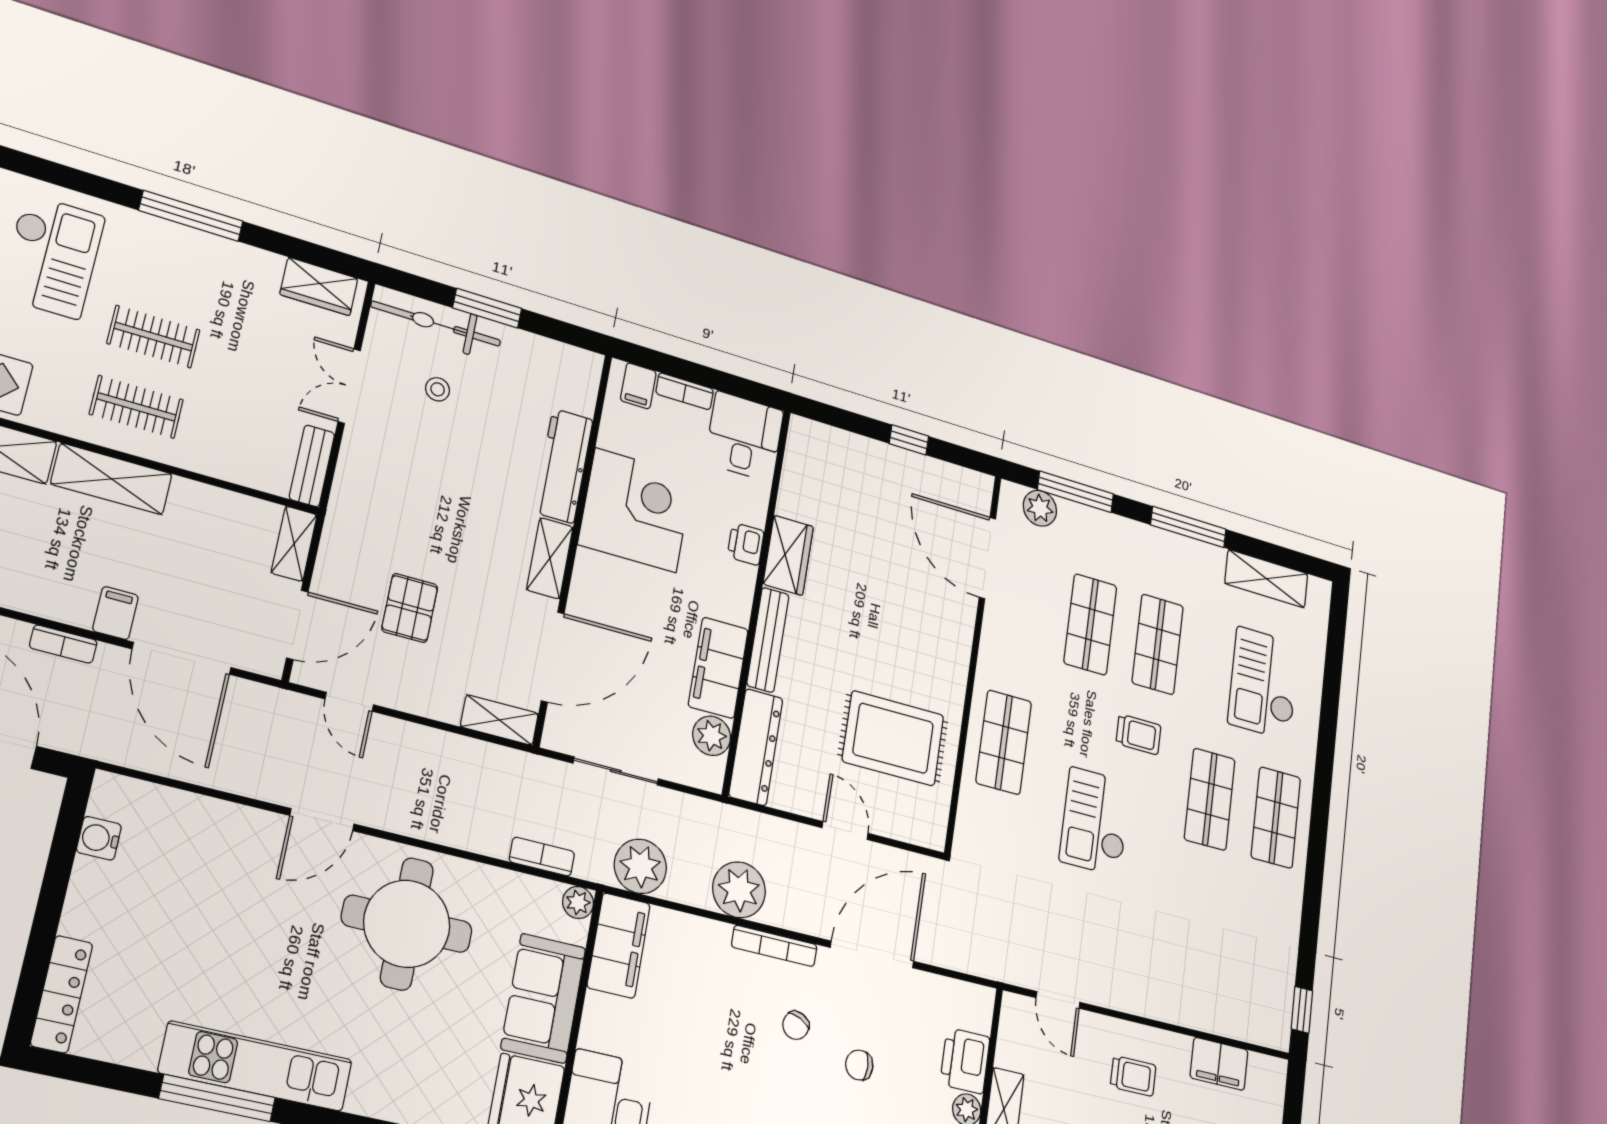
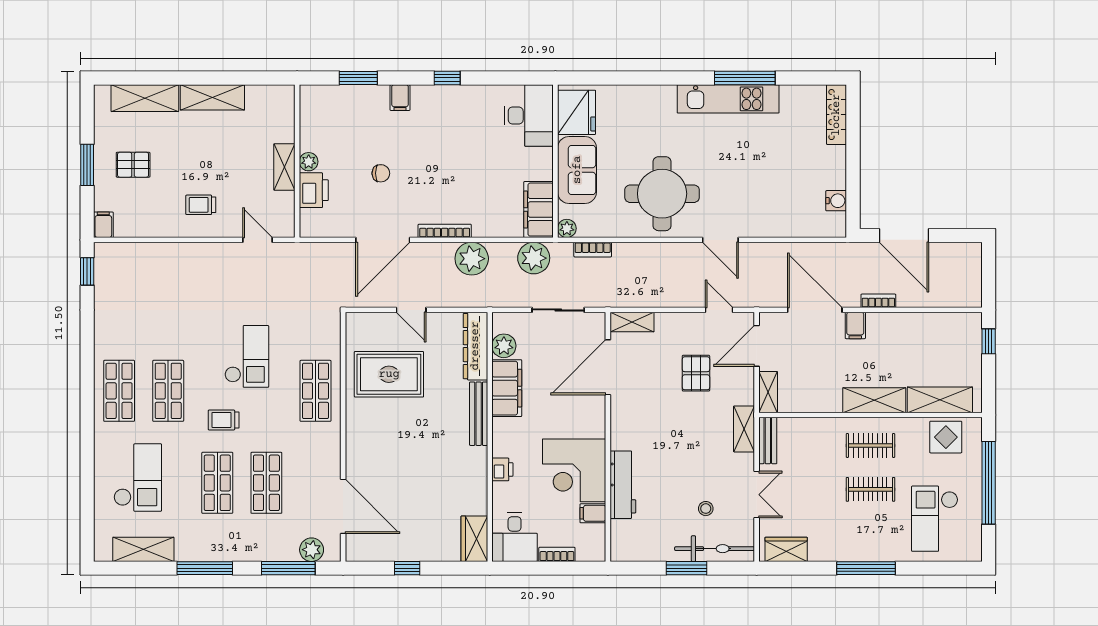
filing cabinet: (638, 386) -> (593, 513), moved, turned -90
wardrobe: (788, 555) -> (474, 539), moved
shelving: (550, 558) -> (744, 429), moved
door: (322, 820) -> (720, 240), swing flipped
chair: (796, 1025) -> (424, 188), removed
filing cabinet: (1219, 1064) -> (103, 225), moved, width x0.50

